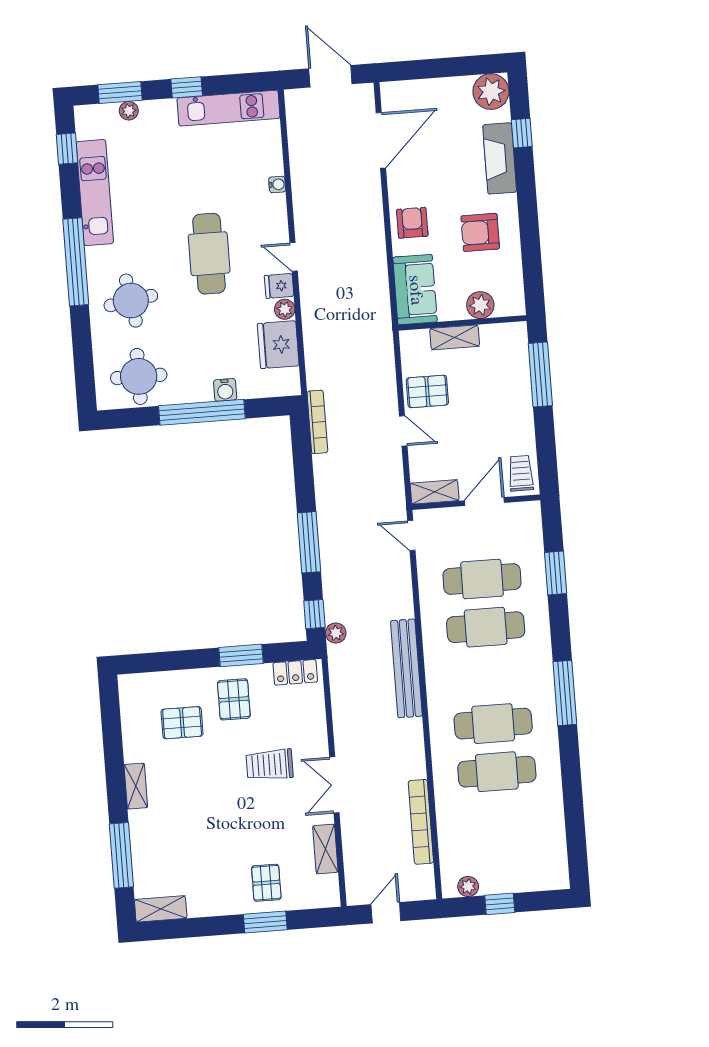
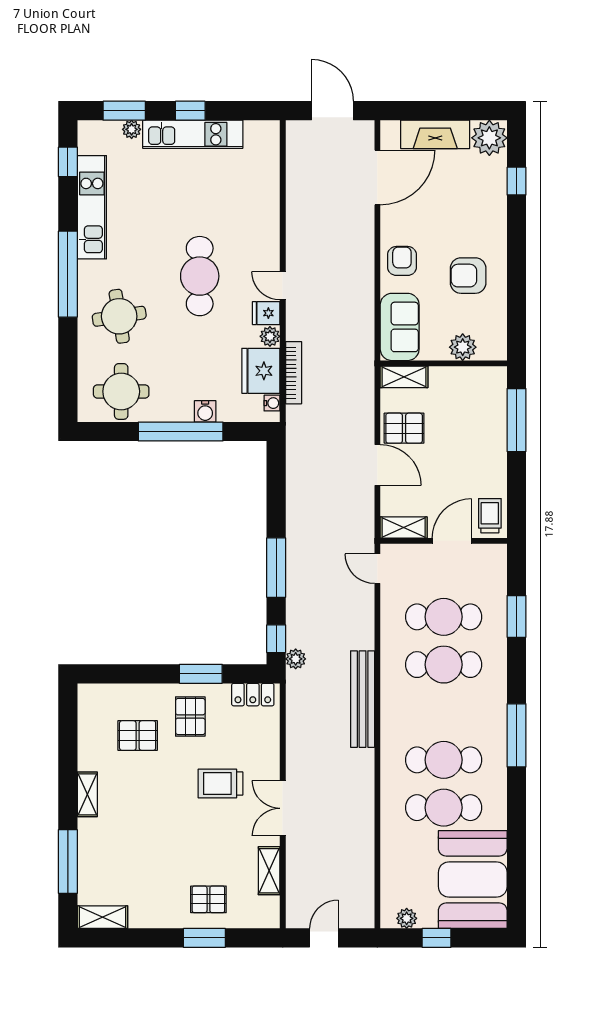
kitchen unit: (228, 108) -> (193, 134), moved
fireplace: (500, 158) -> (435, 134), moved, turned -90
water cooler: (277, 184) -> (272, 403), moved
shelving: (455, 337) -> (404, 377), moved
bookcase: (317, 422) -> (294, 373), moved
door: (403, 431) -> (377, 465), width x1.38
bookcase: (421, 822) -> (365, 851), removed
booth: (532, 842) -> (473, 880), added
pallet: (266, 883) -> (208, 899), turned 90

